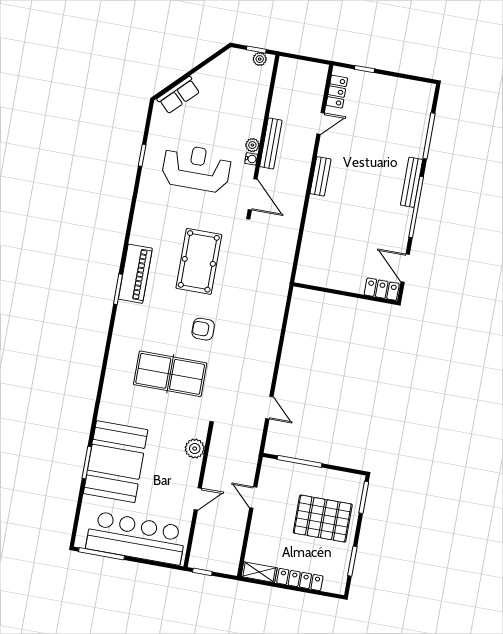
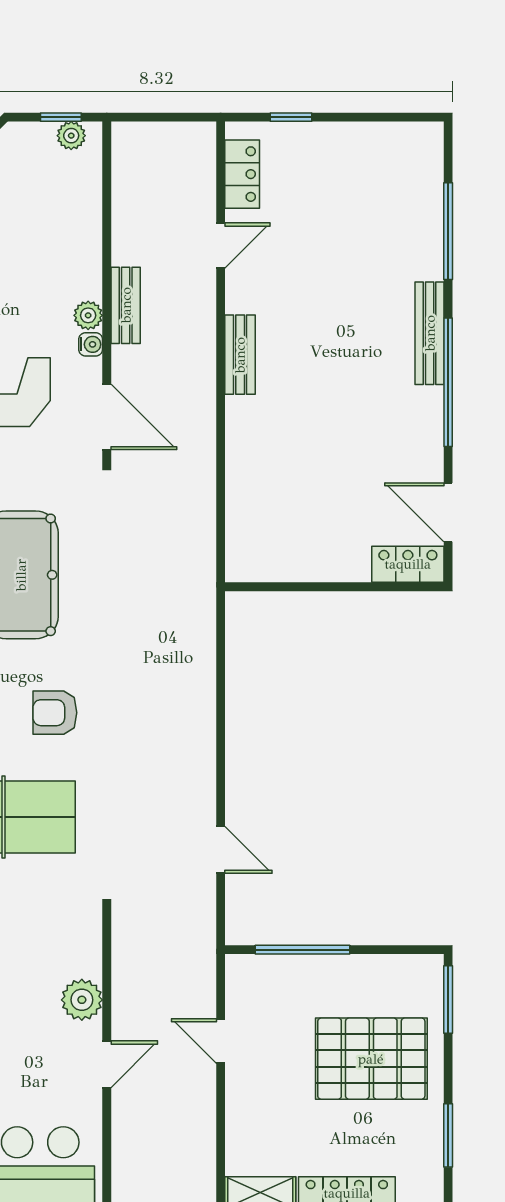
bench: (271, 143) -> (126, 305), width x0.73
plant: (195, 449) -> (82, 1000), moved

